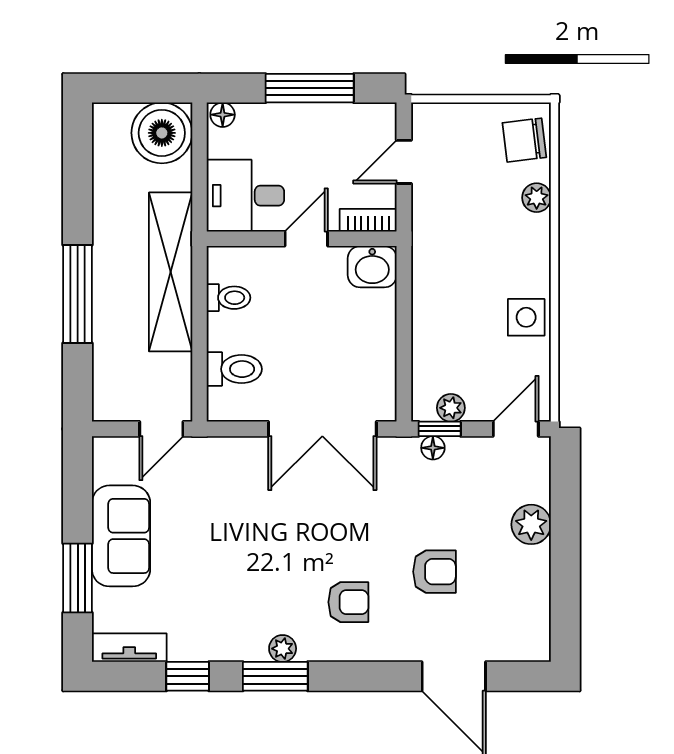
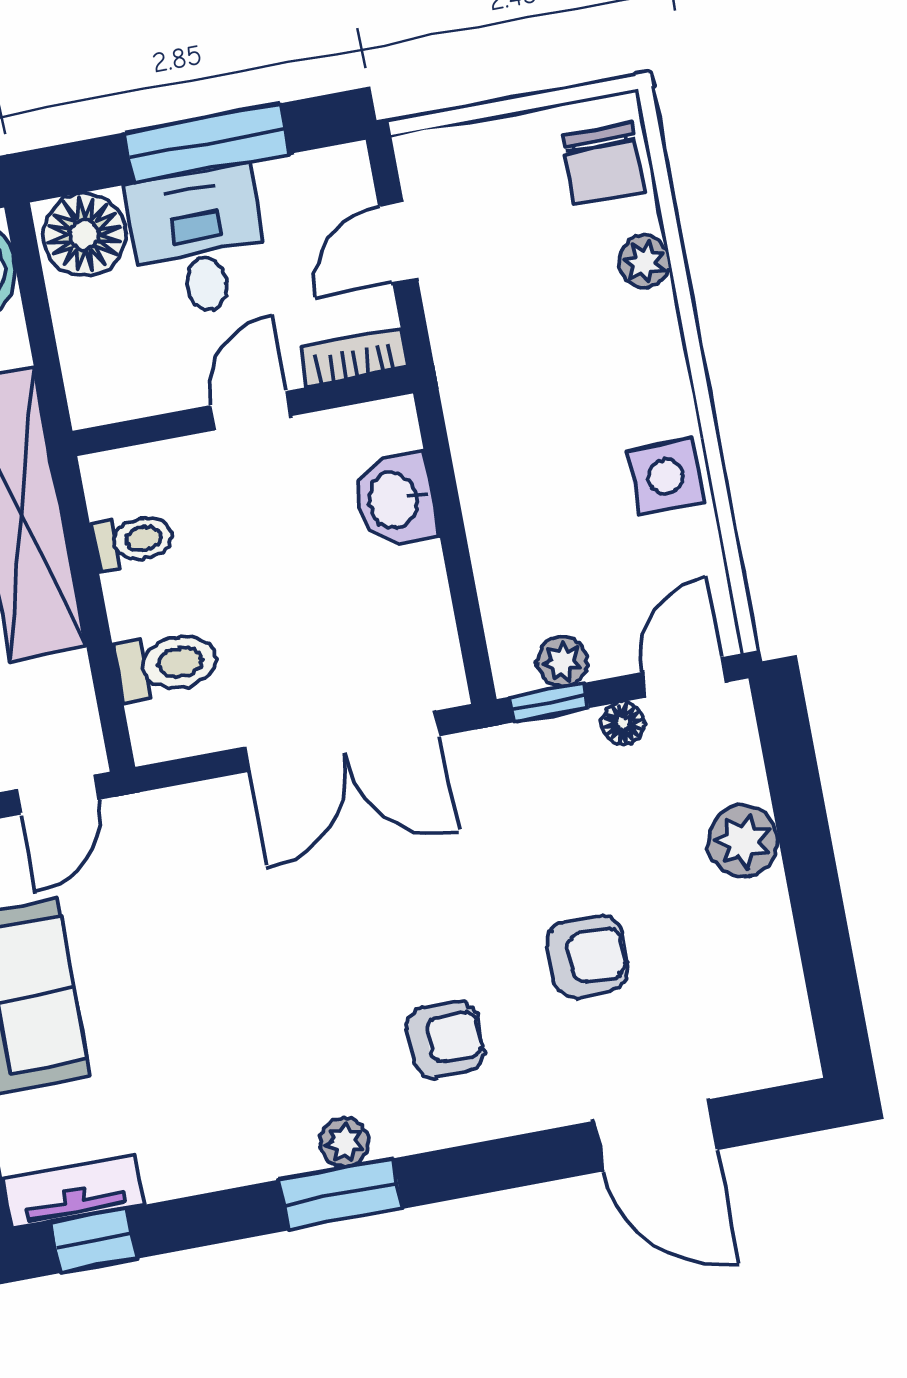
floor lamp: (223, 115) -> (85, 235), width x1.89, depth x1.89
chair: (524, 140) -> (604, 164), turned -83
desk: (245, 196) -> (199, 242), moved, turned 90
washbasin: (372, 267) -> (395, 500), moved, turned 90
floor lamp: (433, 448) -> (623, 723), moved
window: (188, 676) -> (94, 1241), moved

